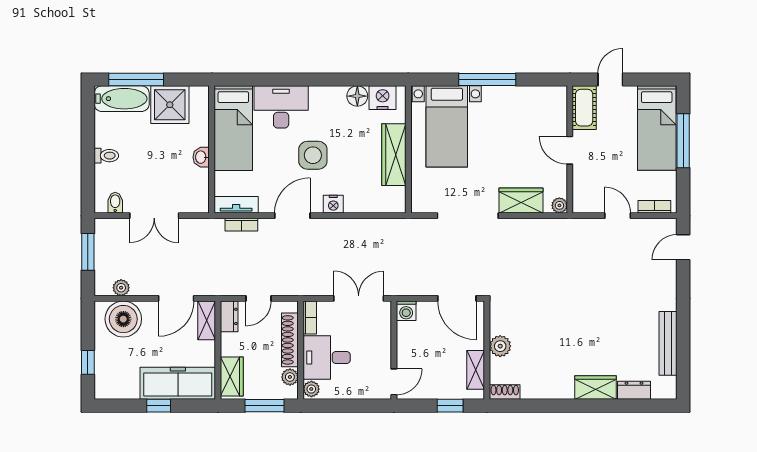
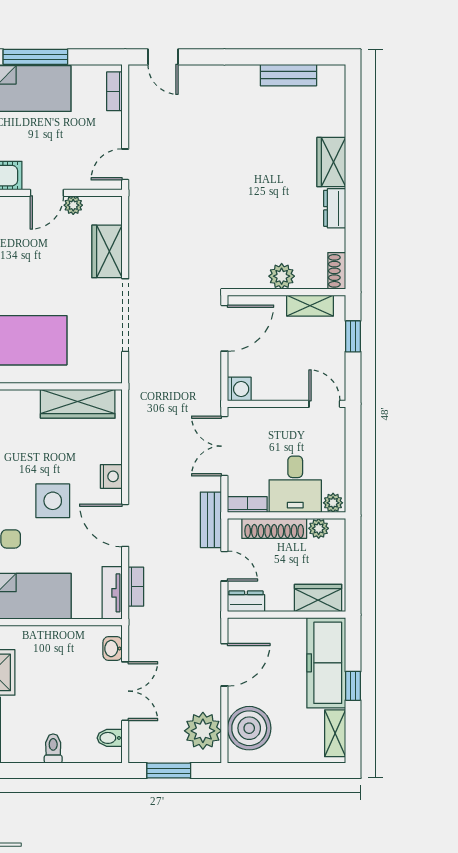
wardrobe: (394, 155) -> (78, 404), moved
washbasin: (201, 157) -> (113, 649), moved, turned 90
plant: (559, 205) -> (73, 205), moved
door: (618, 216) -> (125, 164), moved
bench: (297, 287) -> (211, 520), added
plant: (121, 288) -> (203, 731), width x1.88, depth x1.88
door: (176, 298) -> (224, 665), hinge flipped
shelving: (207, 320) -> (335, 733), moved, turned 90
bench: (668, 343) -> (288, 75), width x0.73
window: (88, 362) -> (301, 771), removed
dresser: (634, 390) -> (335, 208), moved
window: (265, 406) -> (353, 559), removed

